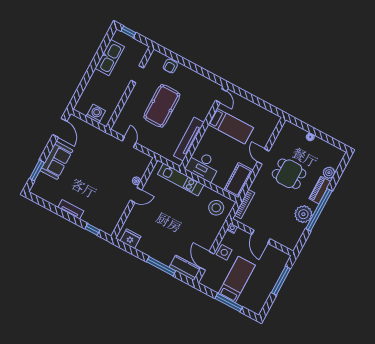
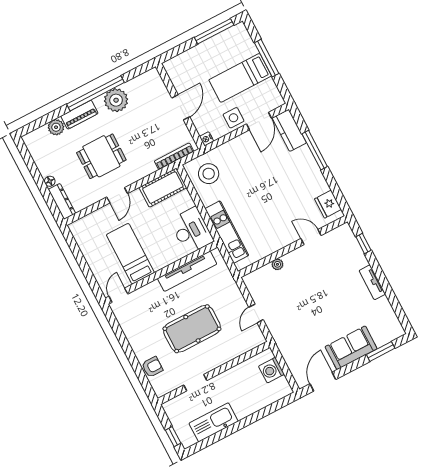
dresser: (294, 130) -> (62, 201), added
dining table: (289, 174) -> (101, 156), turned 90
door: (136, 195) -> (311, 237), moved
window: (281, 281) -> (214, 31), moved

